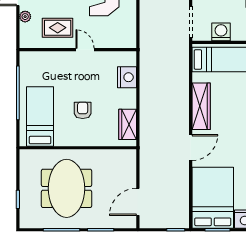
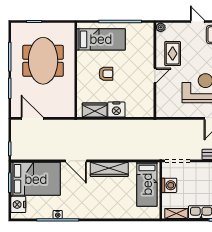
plant: (25, 17) -> (161, 27), moved
nightstand: (127, 77) -> (116, 110), moved
meeting table: (67, 188) -> (43, 61), turned 90

